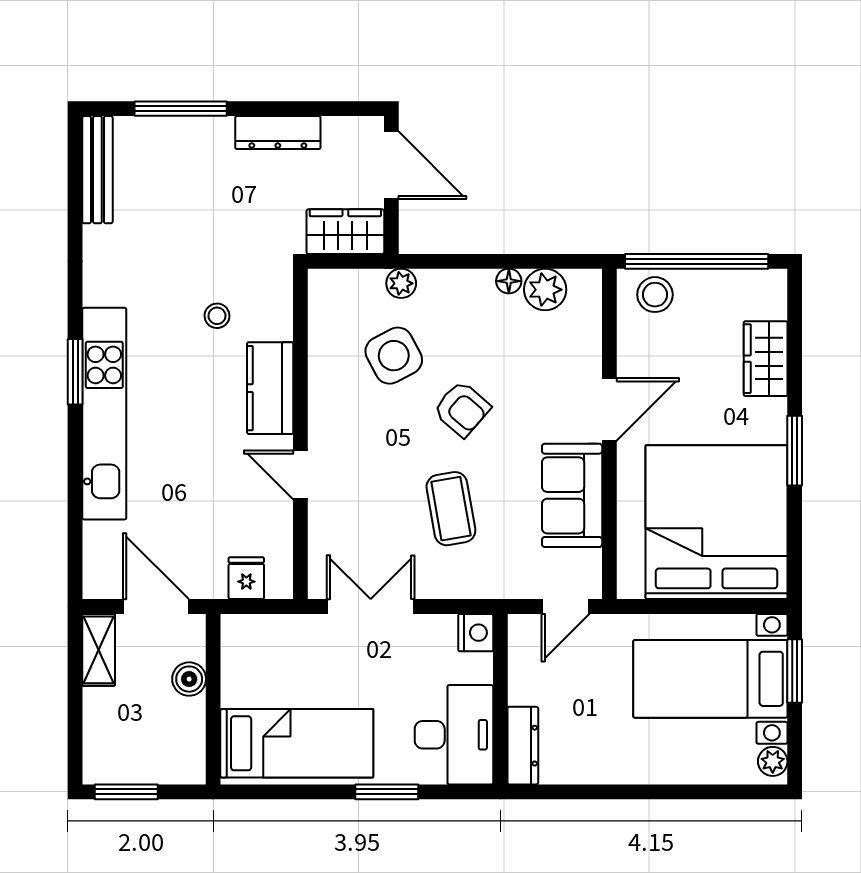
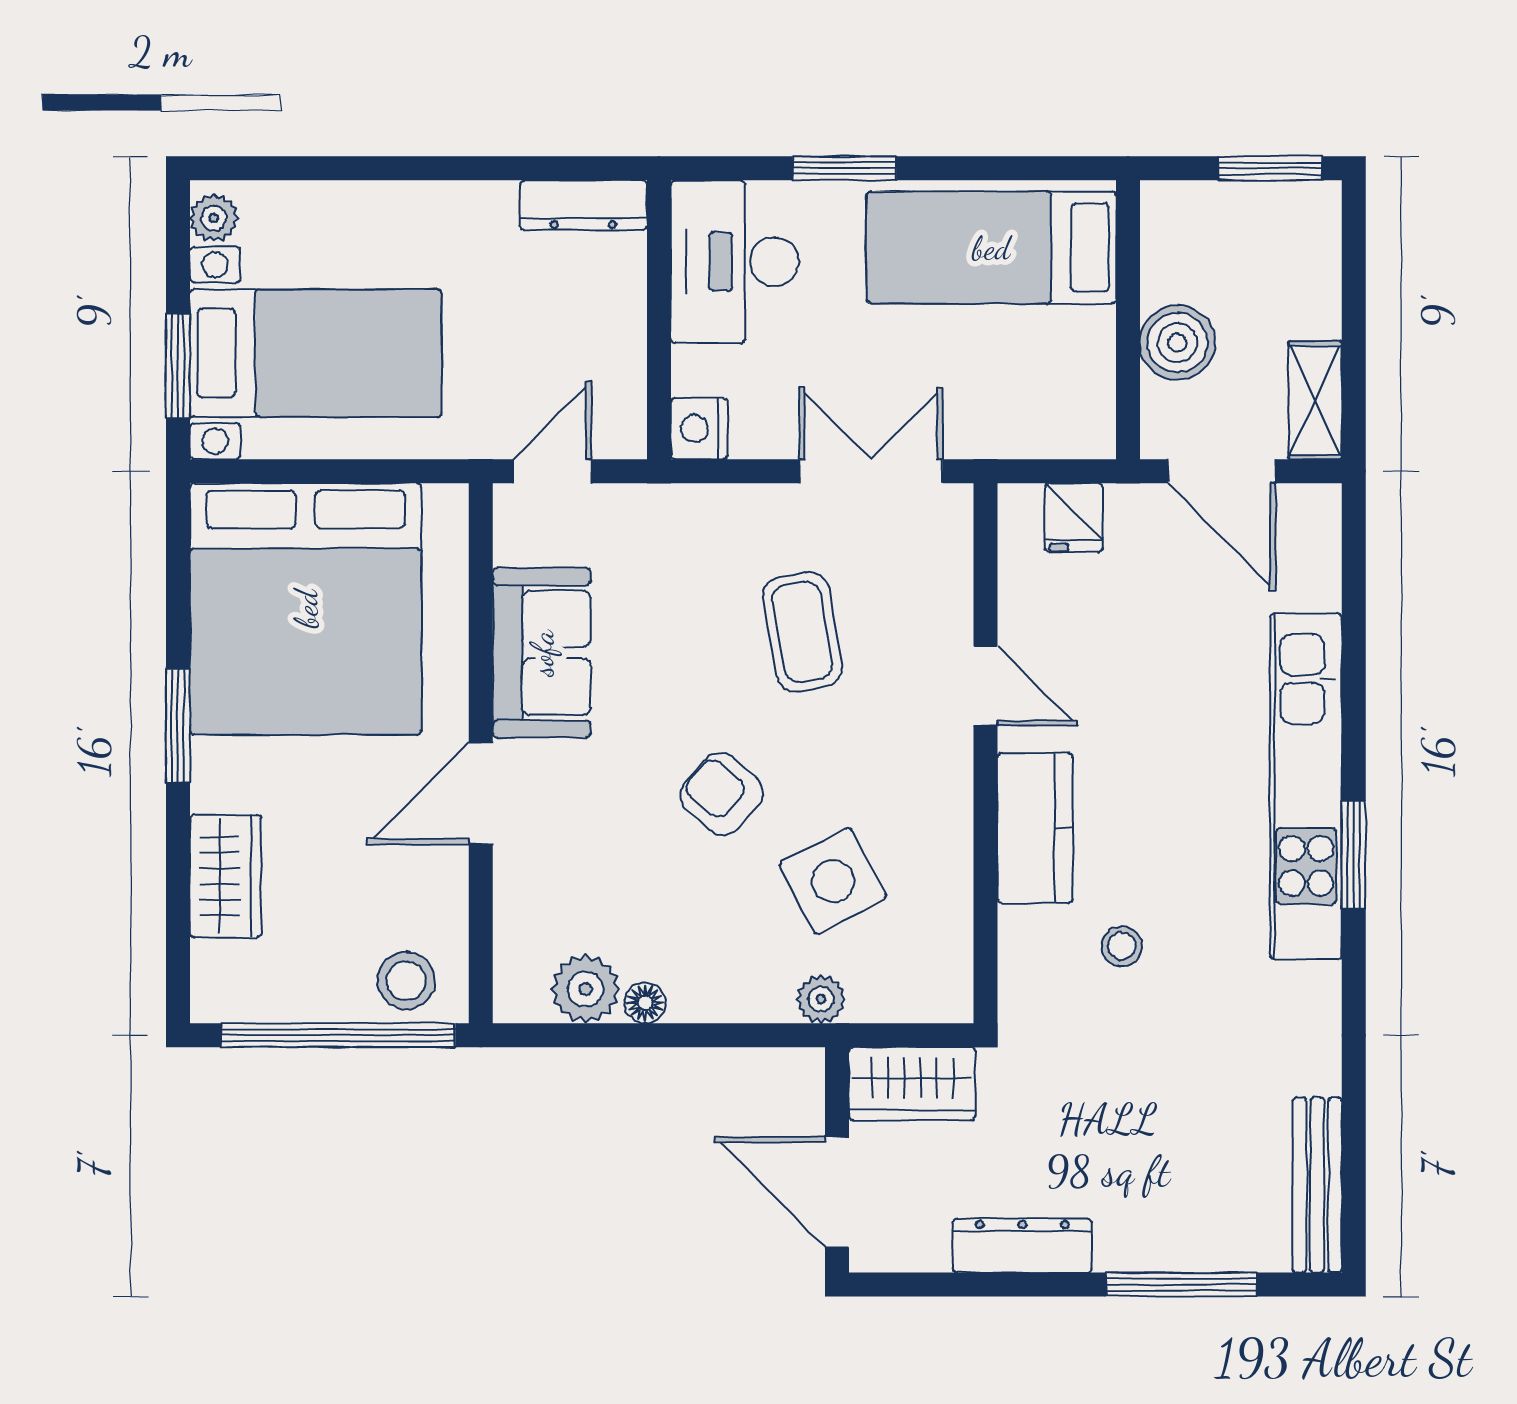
coffee table: (451, 509) -> (802, 632), moved
double door: (371, 606) -> (871, 471), swing flipped
boiler: (189, 679) -> (1177, 343), width x1.36, depth x1.36
dresser: (523, 746) -> (583, 205), moved, turned -90

